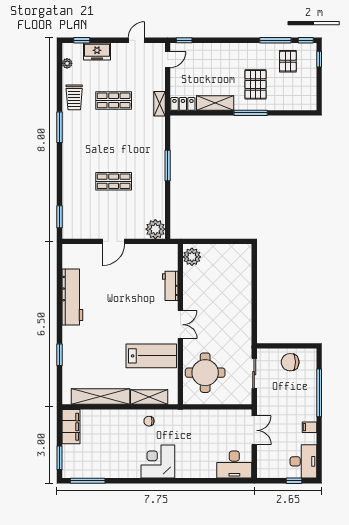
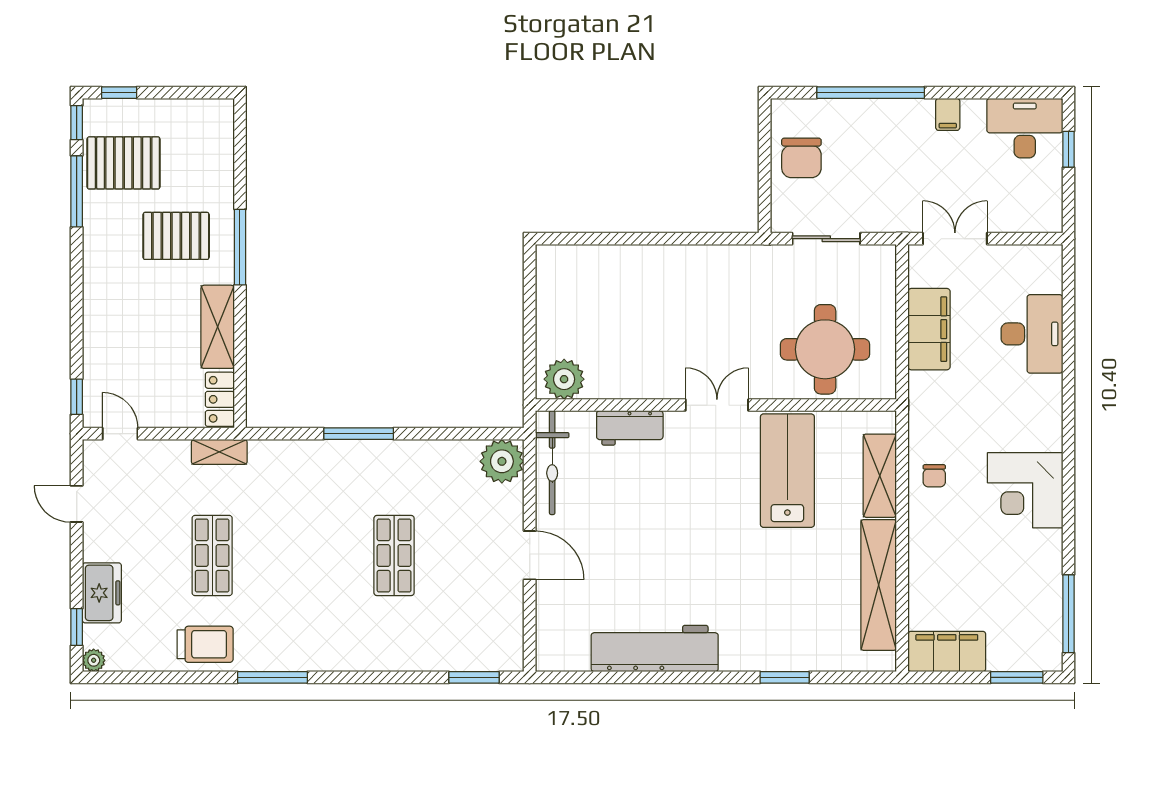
pallet: (288, 61) -> (124, 163), width x1.50, depth x1.42
plant: (67, 63) -> (94, 660), moved
bicycle: (155, 251) -> (552, 463), added
filing cabinet: (214, 419) -> (929, 329), added
corner desk: (158, 461) -> (1025, 490), moved
desk: (234, 465) -> (1032, 334), moved

